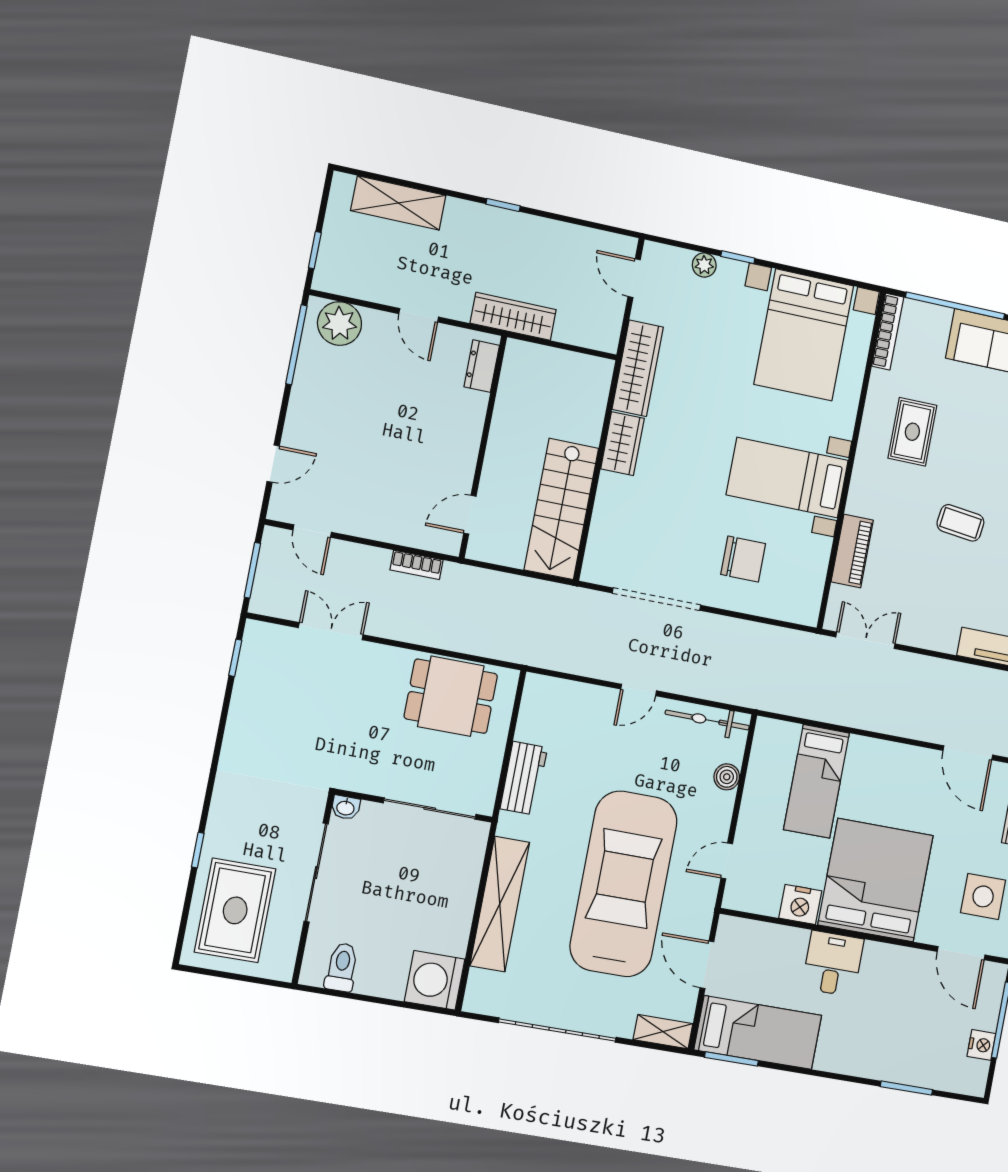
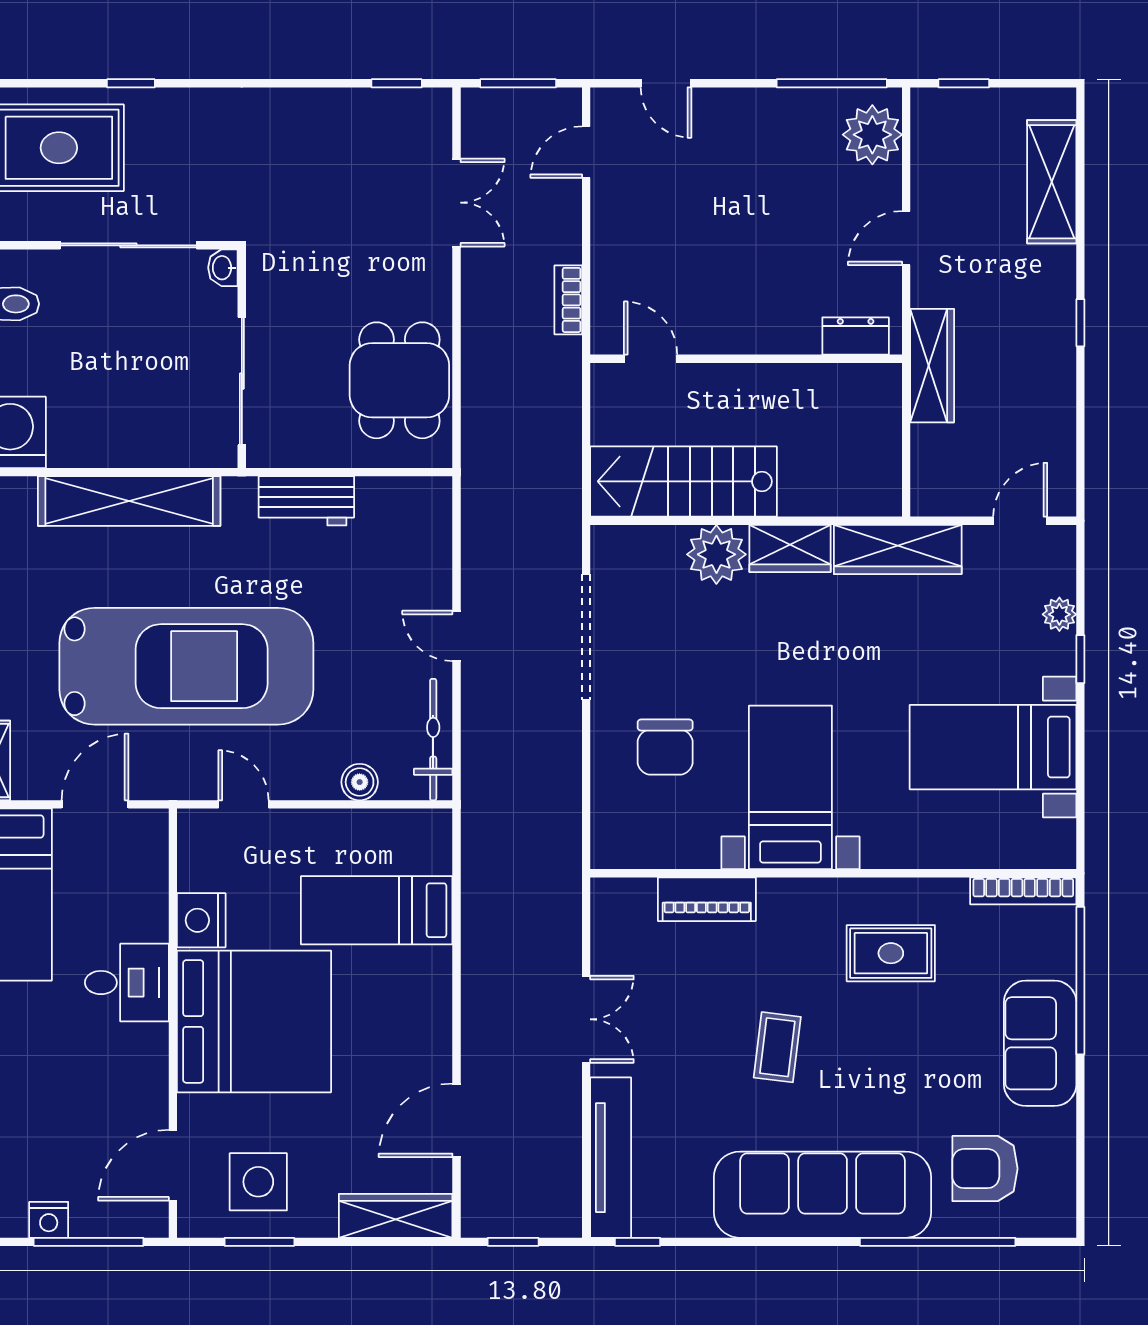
bed with nightstands: (804, 335) -> (993, 747), width x0.73
plant: (617, 496) -> (716, 554), added
double door: (865, 640) -> (586, 1019), moved

